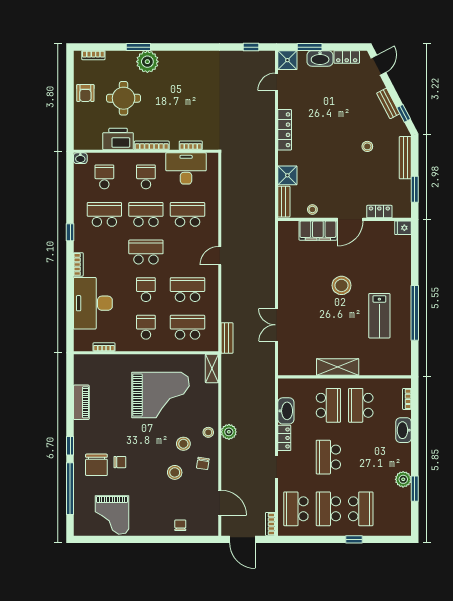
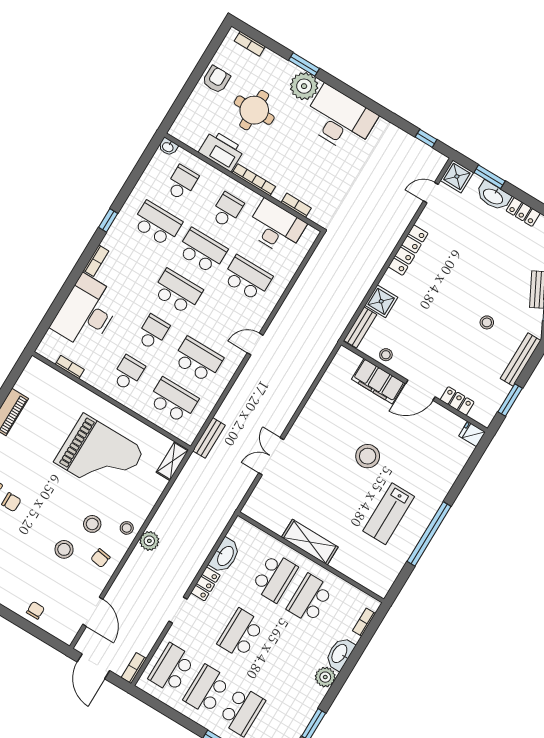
desk: (185, 70) -> (340, 119), added
armchair: (85, 93) -> (216, 79), turned 180
plant: (403, 479) -> (325, 677), moved

